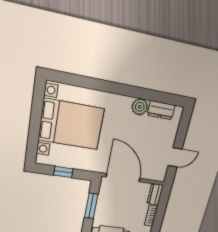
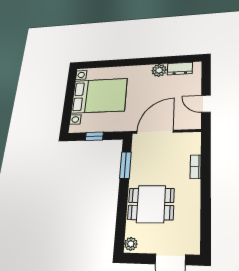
door: (175, 157) -> (206, 104), swing flipped
door: (123, 178) -> (155, 132), hinge flipped
dresser: (155, 194) -> (194, 143), removed

